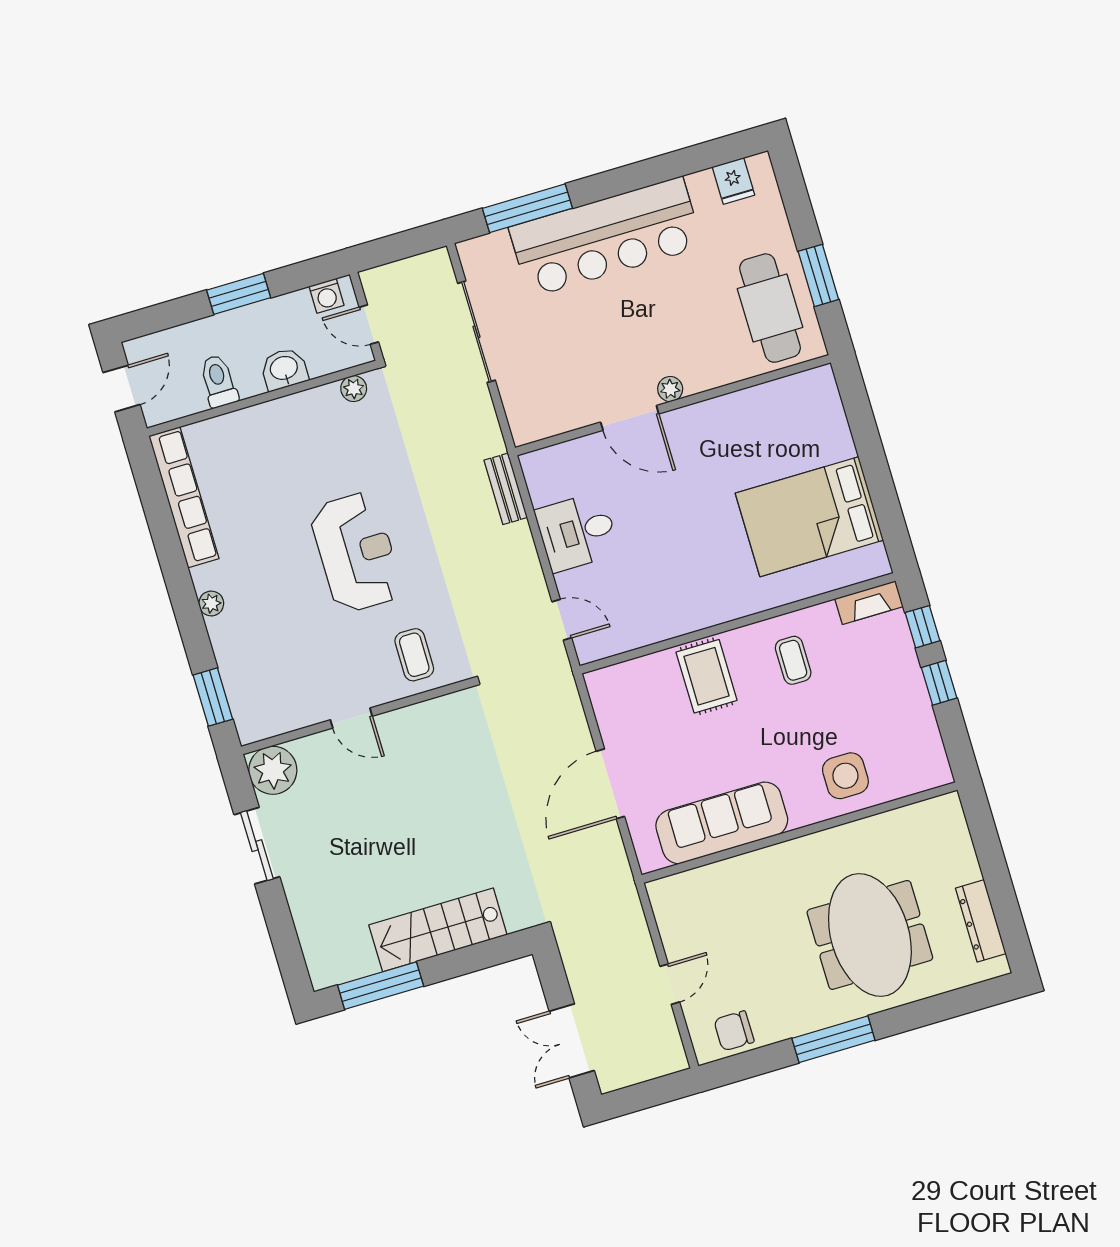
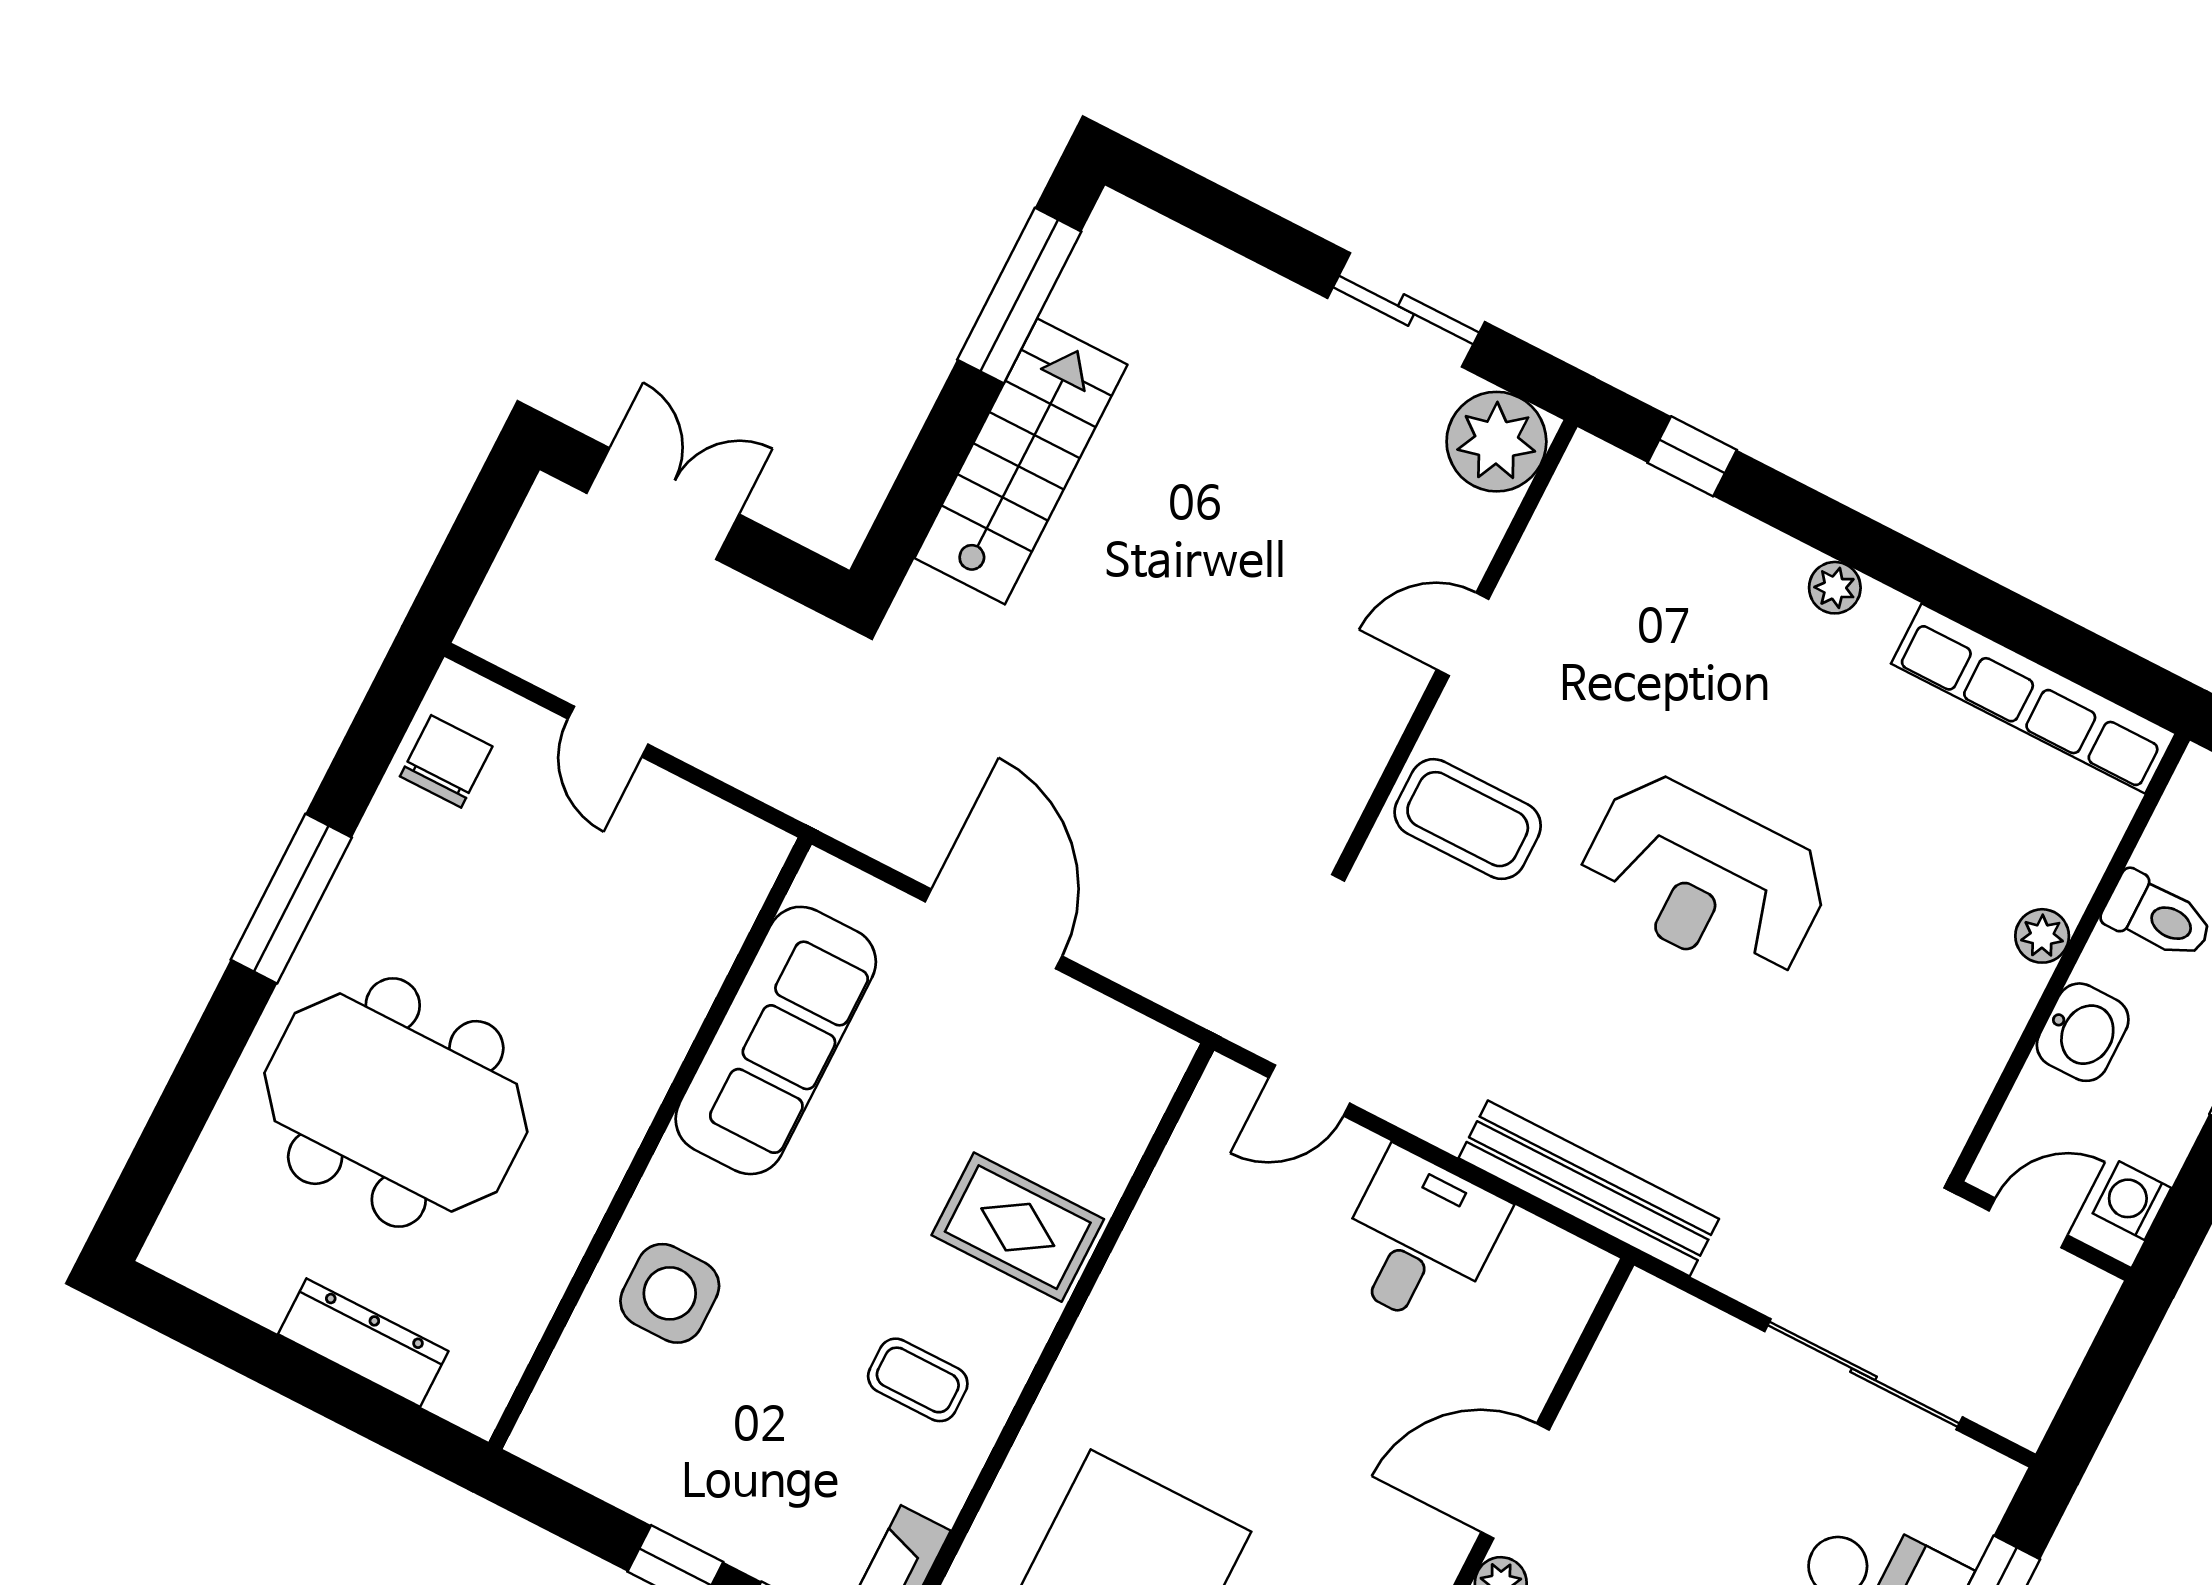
plant: (354, 389) -> (2042, 936), moved
bench: (506, 489) -> (1589, 1188), width x1.86, depth x1.21
coffee table: (414, 655) -> (1468, 819), width x1.36, depth x1.30
window: (213, 697) -> (1692, 456), width x0.67
dresser: (981, 921) -> (363, 1343), moved

